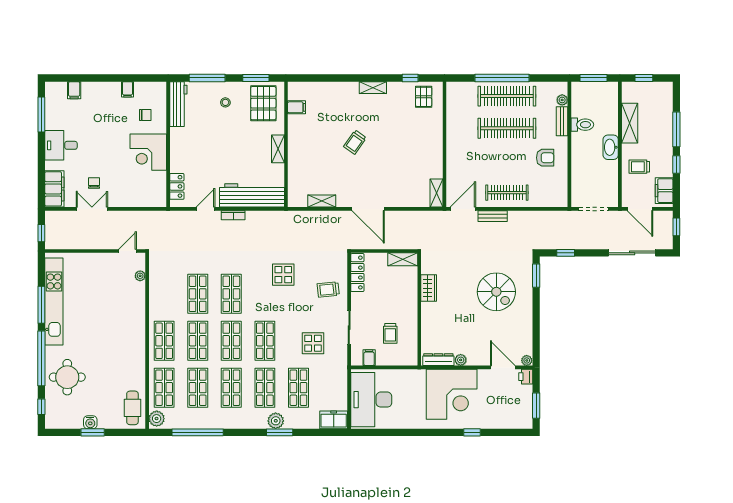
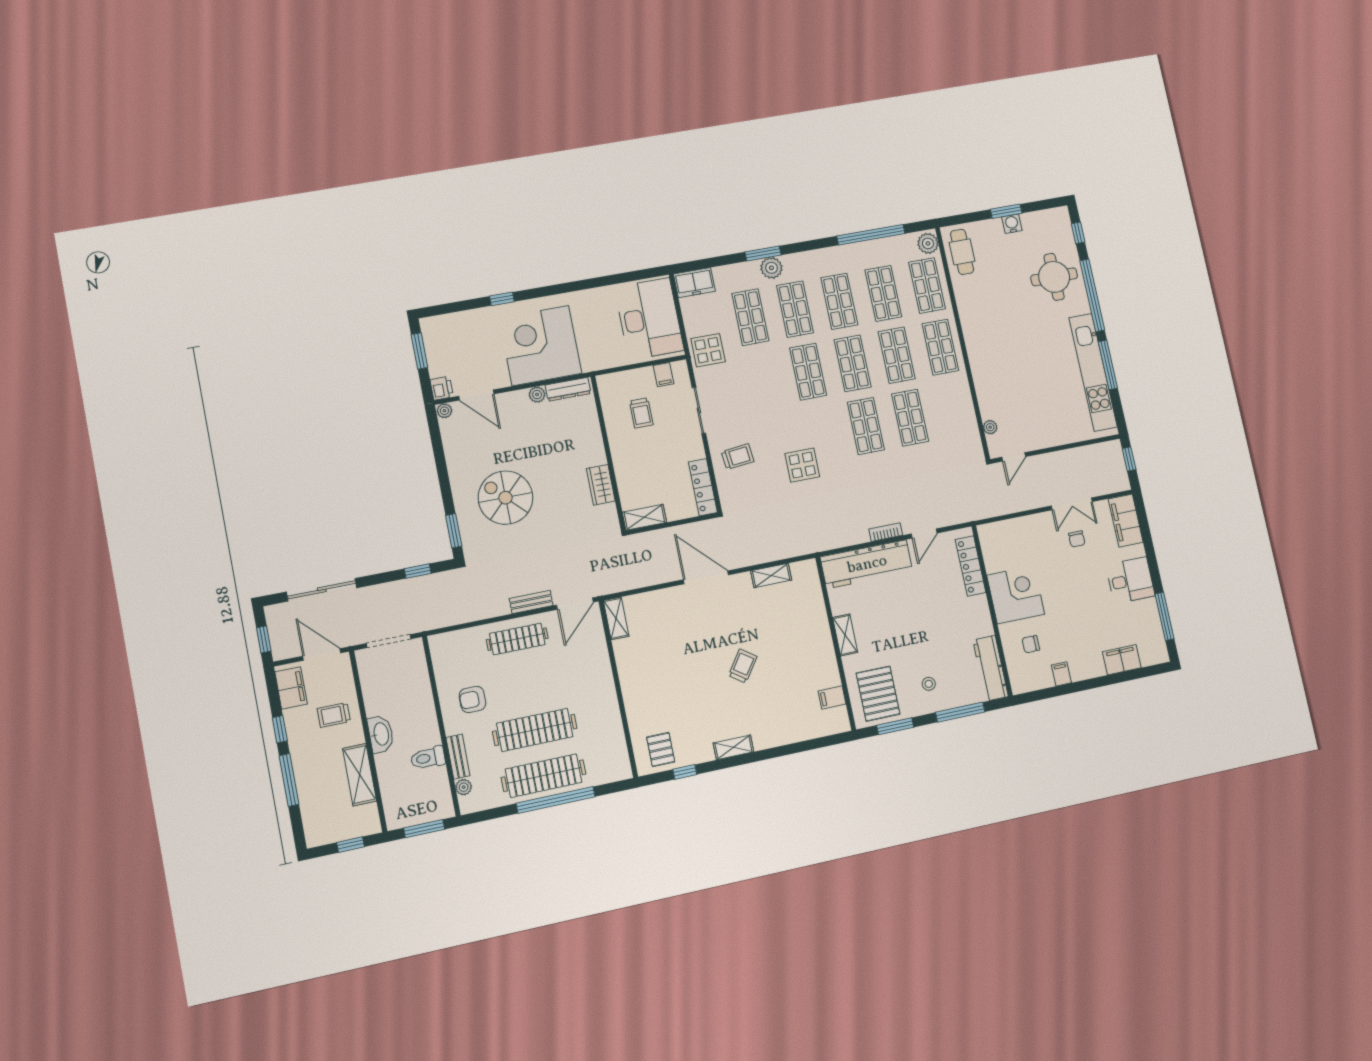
filing cabinet: (74, 90) -> (1122, 660), width x2.00
trolley: (639, 167) -> (334, 715), turned 180
locker: (177, 186) -> (971, 566), width x1.53
trolley: (390, 333) -> (641, 413), turned 180
display table: (313, 343) -> (708, 350), moved

